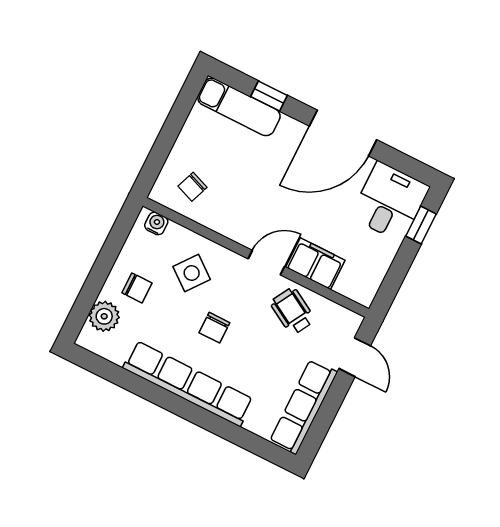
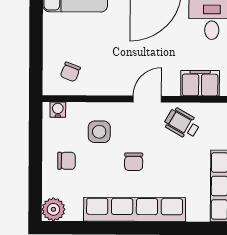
filing cabinet: (315, 264) -> (200, 83), moved
side table: (192, 273) -> (99, 132), turned -38
plant: (104, 316) -> (53, 209), moved

